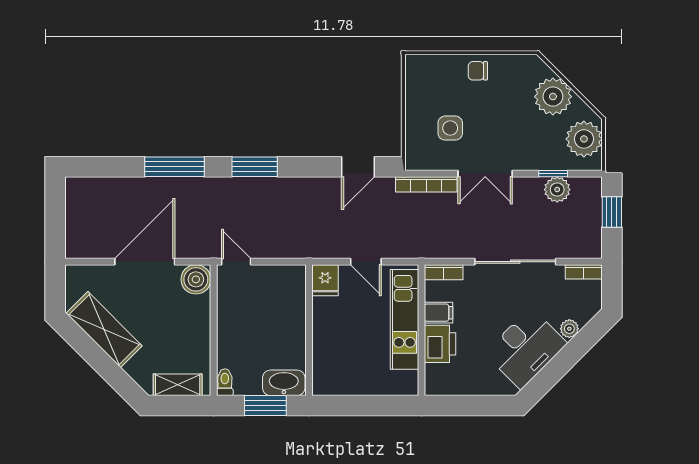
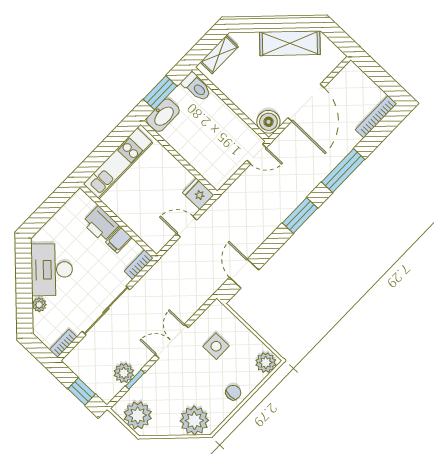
plant: (421, 68) -> (266, 363), added
plant: (553, 97) -> (194, 421), moved
bookcase: (426, 184) -> (376, 117), moved
kitchen unit: (404, 319) -> (118, 163), moved, turned 90
toilet: (225, 382) -> (196, 87), width x1.37, depth x1.39

